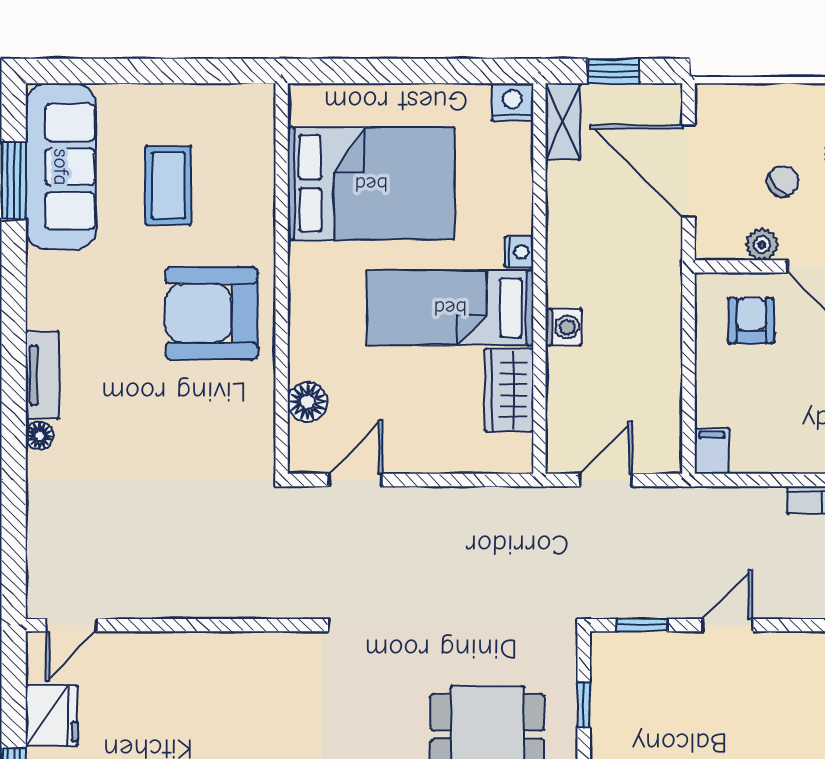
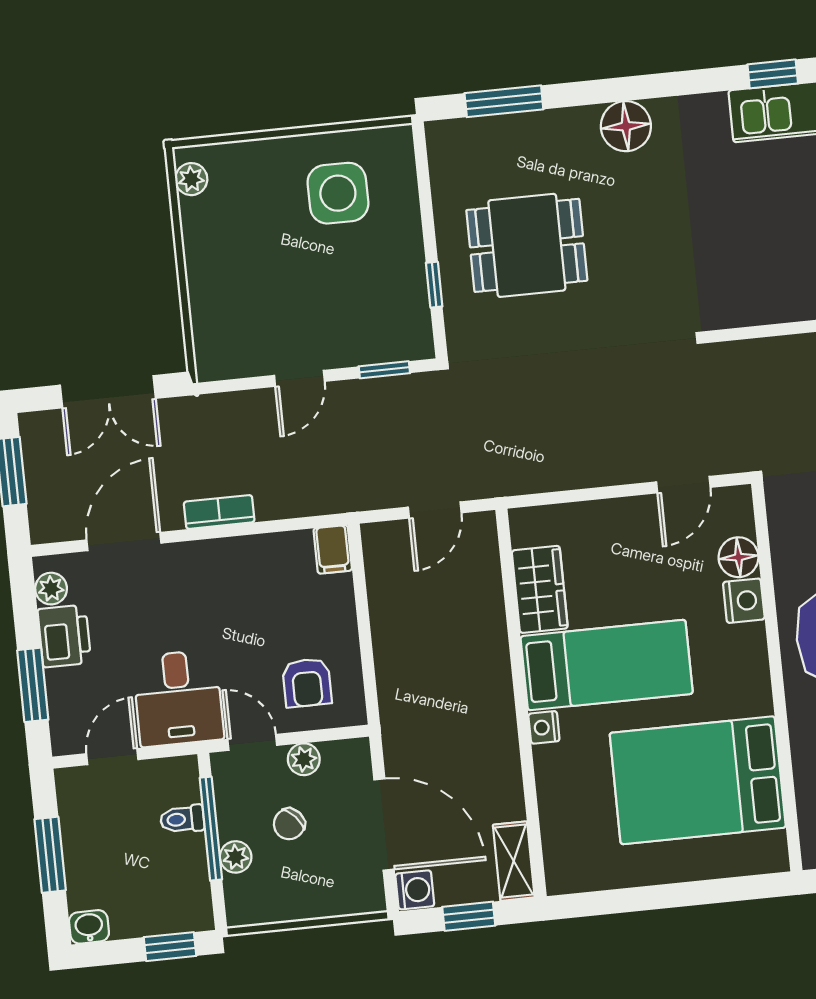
nightstand: (513, 102) -> (744, 601), moved, turned -90
washing machine: (564, 327) -> (415, 890), moved, turned 180

